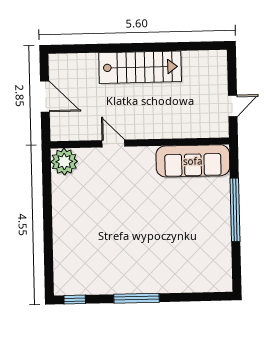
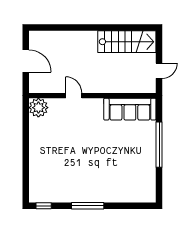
stairs: (140, 67) -> (127, 42), moved

